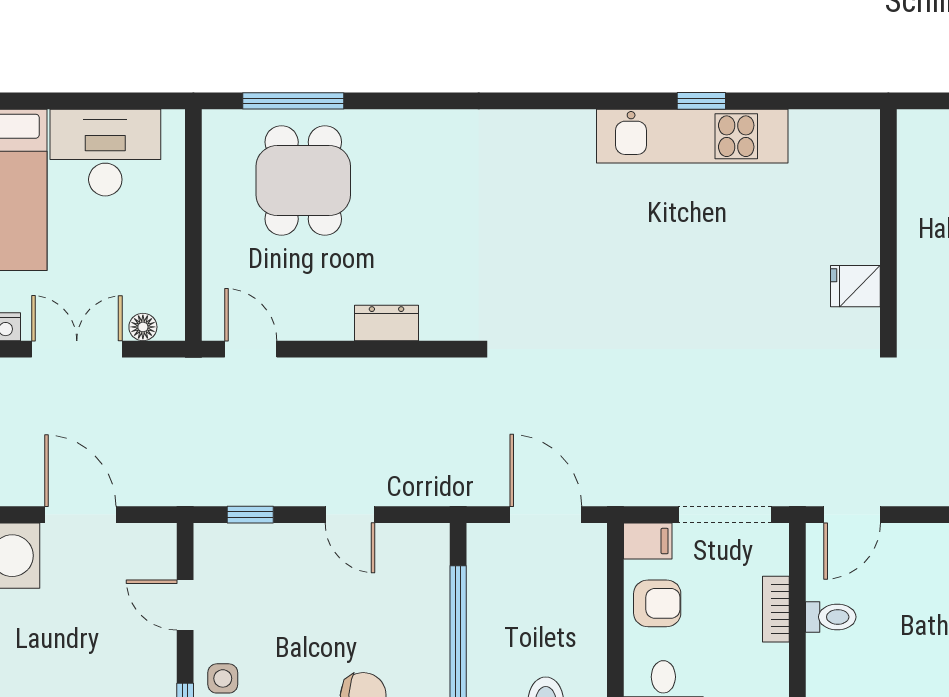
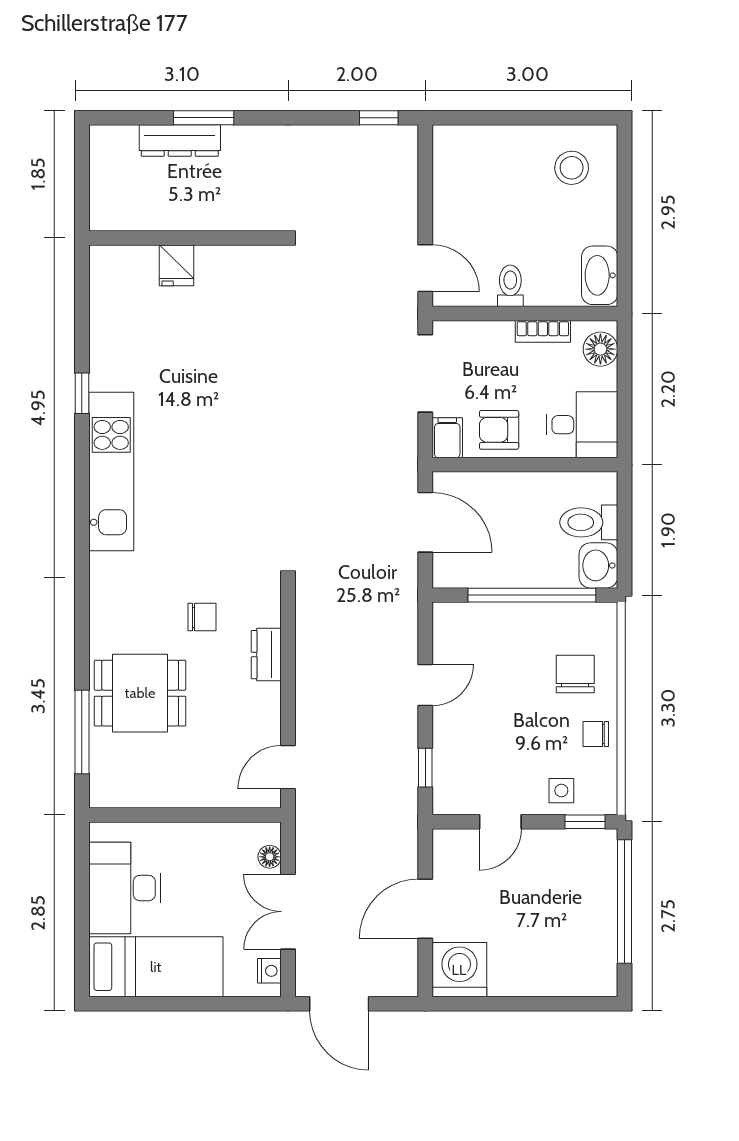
kitchen unit: (692, 136) -> (111, 471), moved
dining table: (303, 180) -> (140, 693), moved
chair: (432, 245) -> (202, 617), added
fridge: (855, 286) -> (177, 265), moved
door: (546, 515) -> (425, 522), swing flipped
armchair: (657, 603) -> (499, 430), turned -90
bookcase: (776, 609) -> (543, 331), moved

